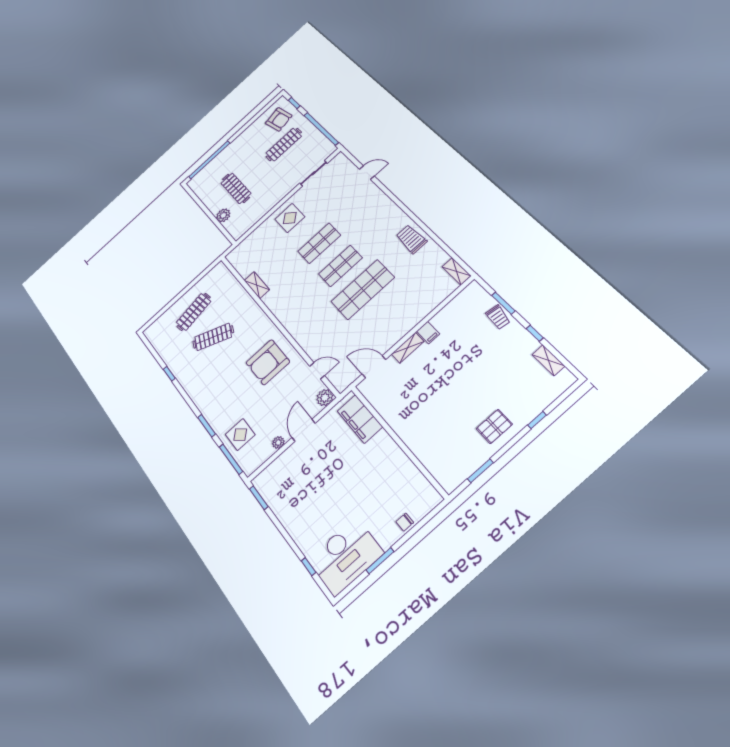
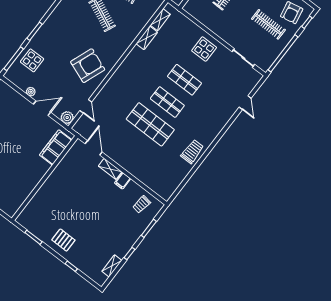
shelving: (456, 271) -> (160, 20), moved
trolley: (498, 317) -> (142, 204), moved
armchair: (268, 362) -> (88, 66), turned 111

